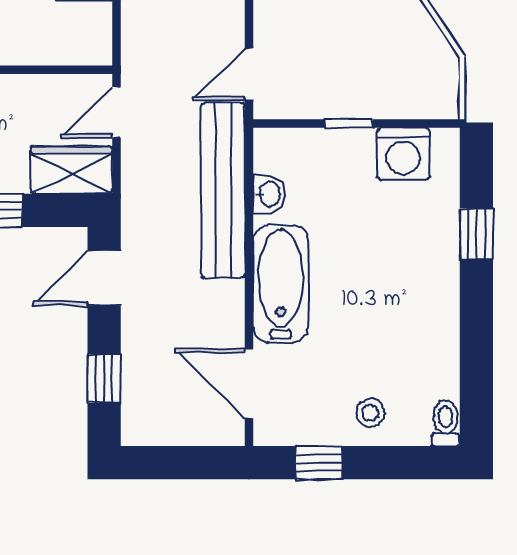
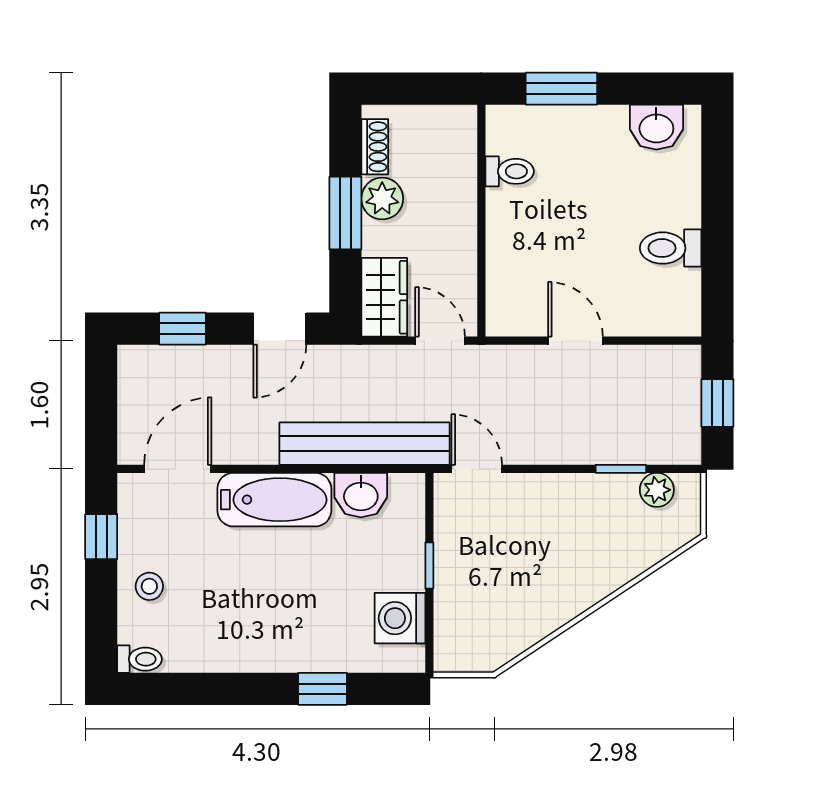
washbasin: (269, 194) -> (361, 495), width x1.38, depth x1.45
door: (104, 278) -> (280, 329), swing flipped

